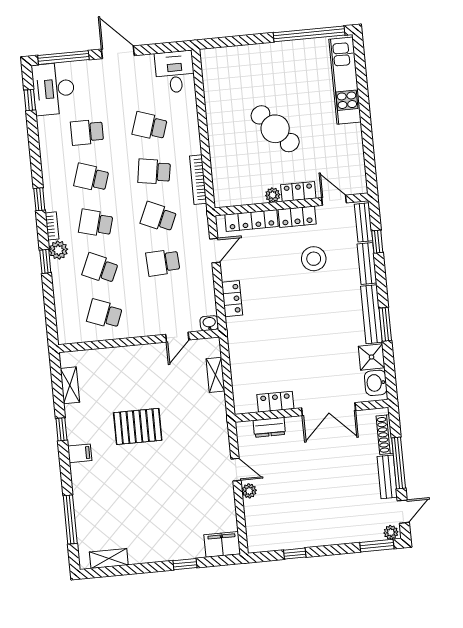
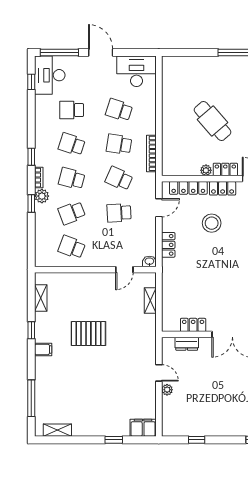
desk: (175, 72) -> (136, 71), width x1.37
stool: (314, 259) -> (212, 223), moved
school desk: (100, 269) -> (72, 213), turned -45

